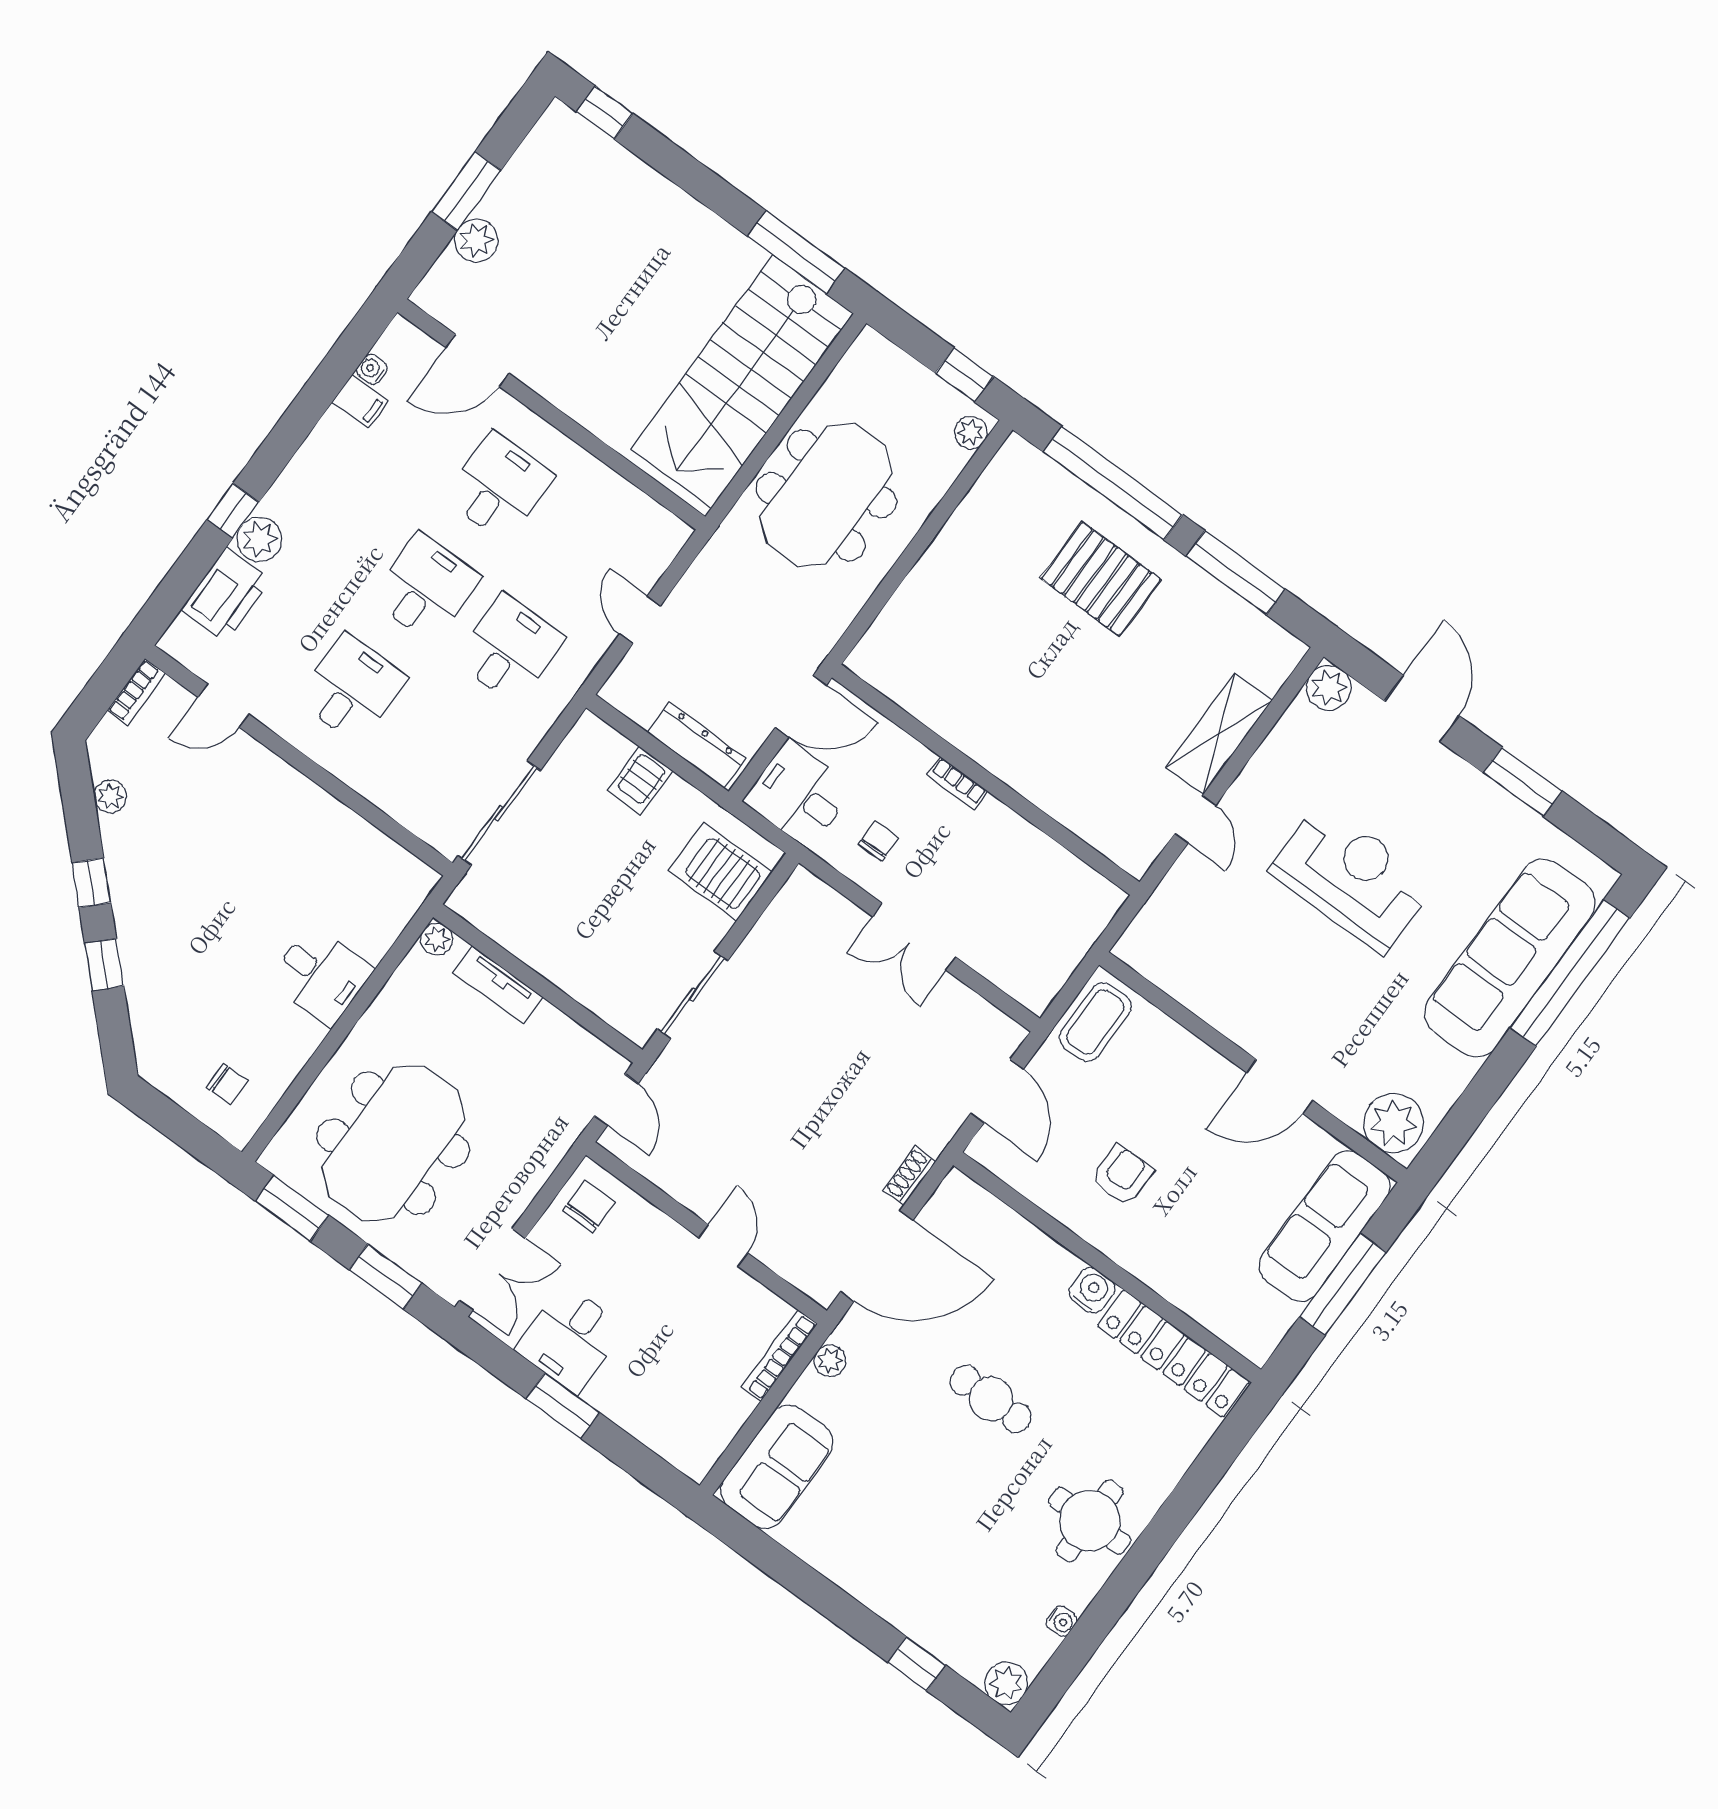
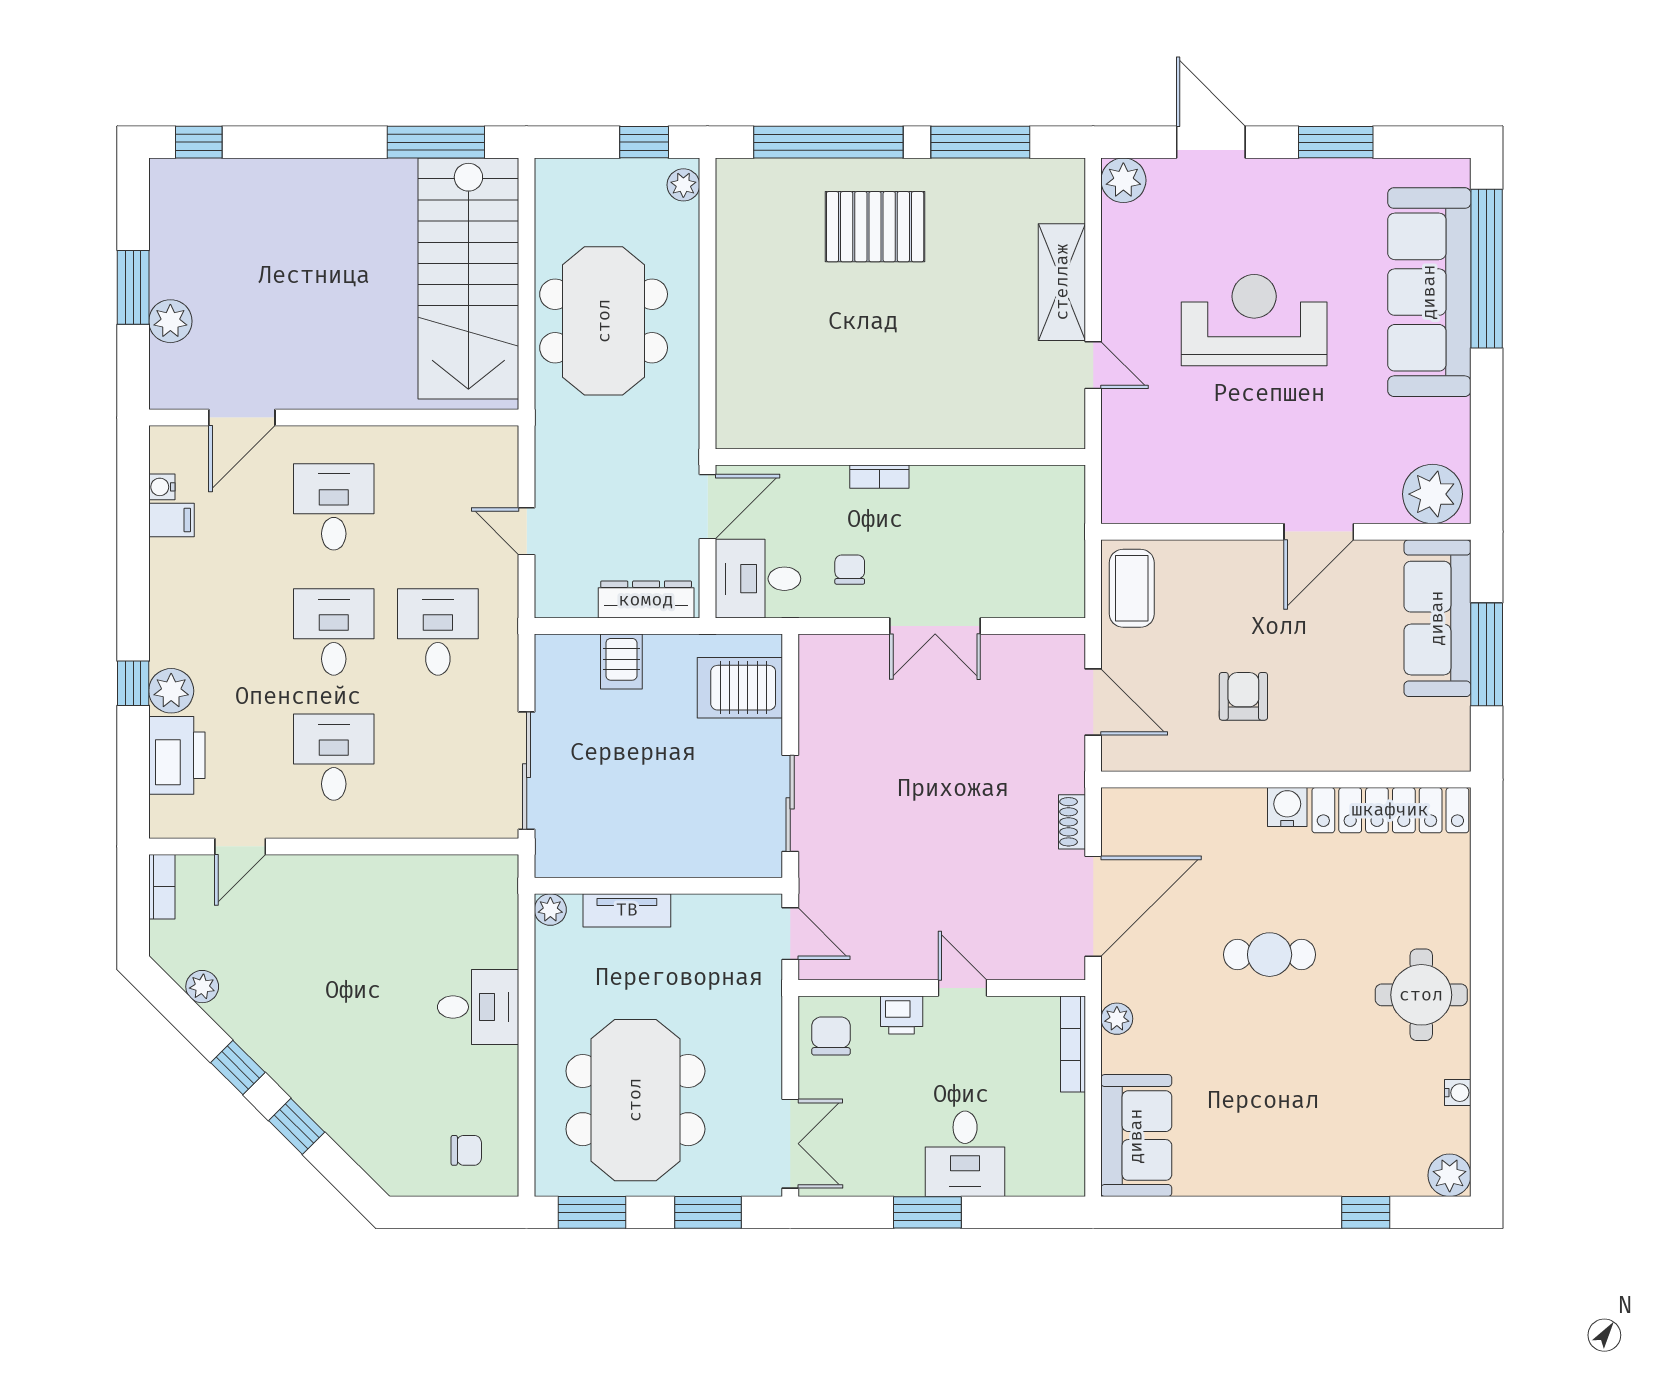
printer: (658, 1231) -> (902, 1015), added
desk: (570, 1339) -> (965, 1154), moved

